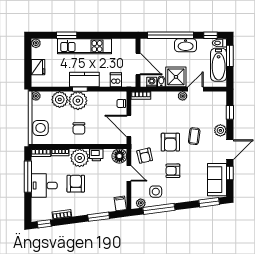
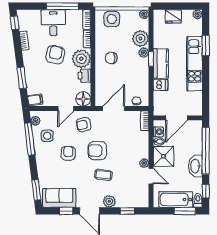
dishwasher: (116, 80) -> (161, 85), moved
plant: (78, 101) -> (144, 53), width x0.53, depth x0.53
armchair: (76, 184) -> (55, 55), turned -78

